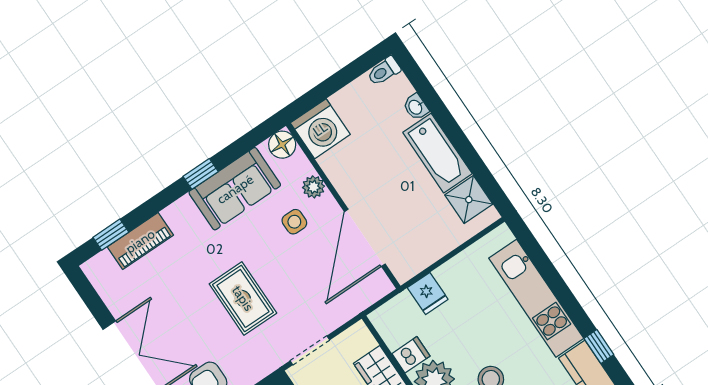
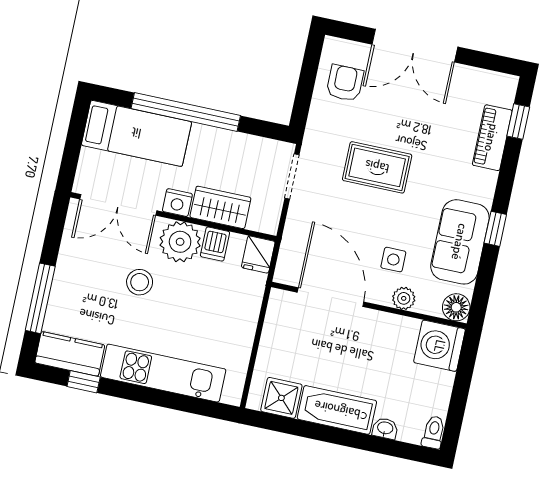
fridge: (428, 293) -> (258, 254), moved, turned -90

